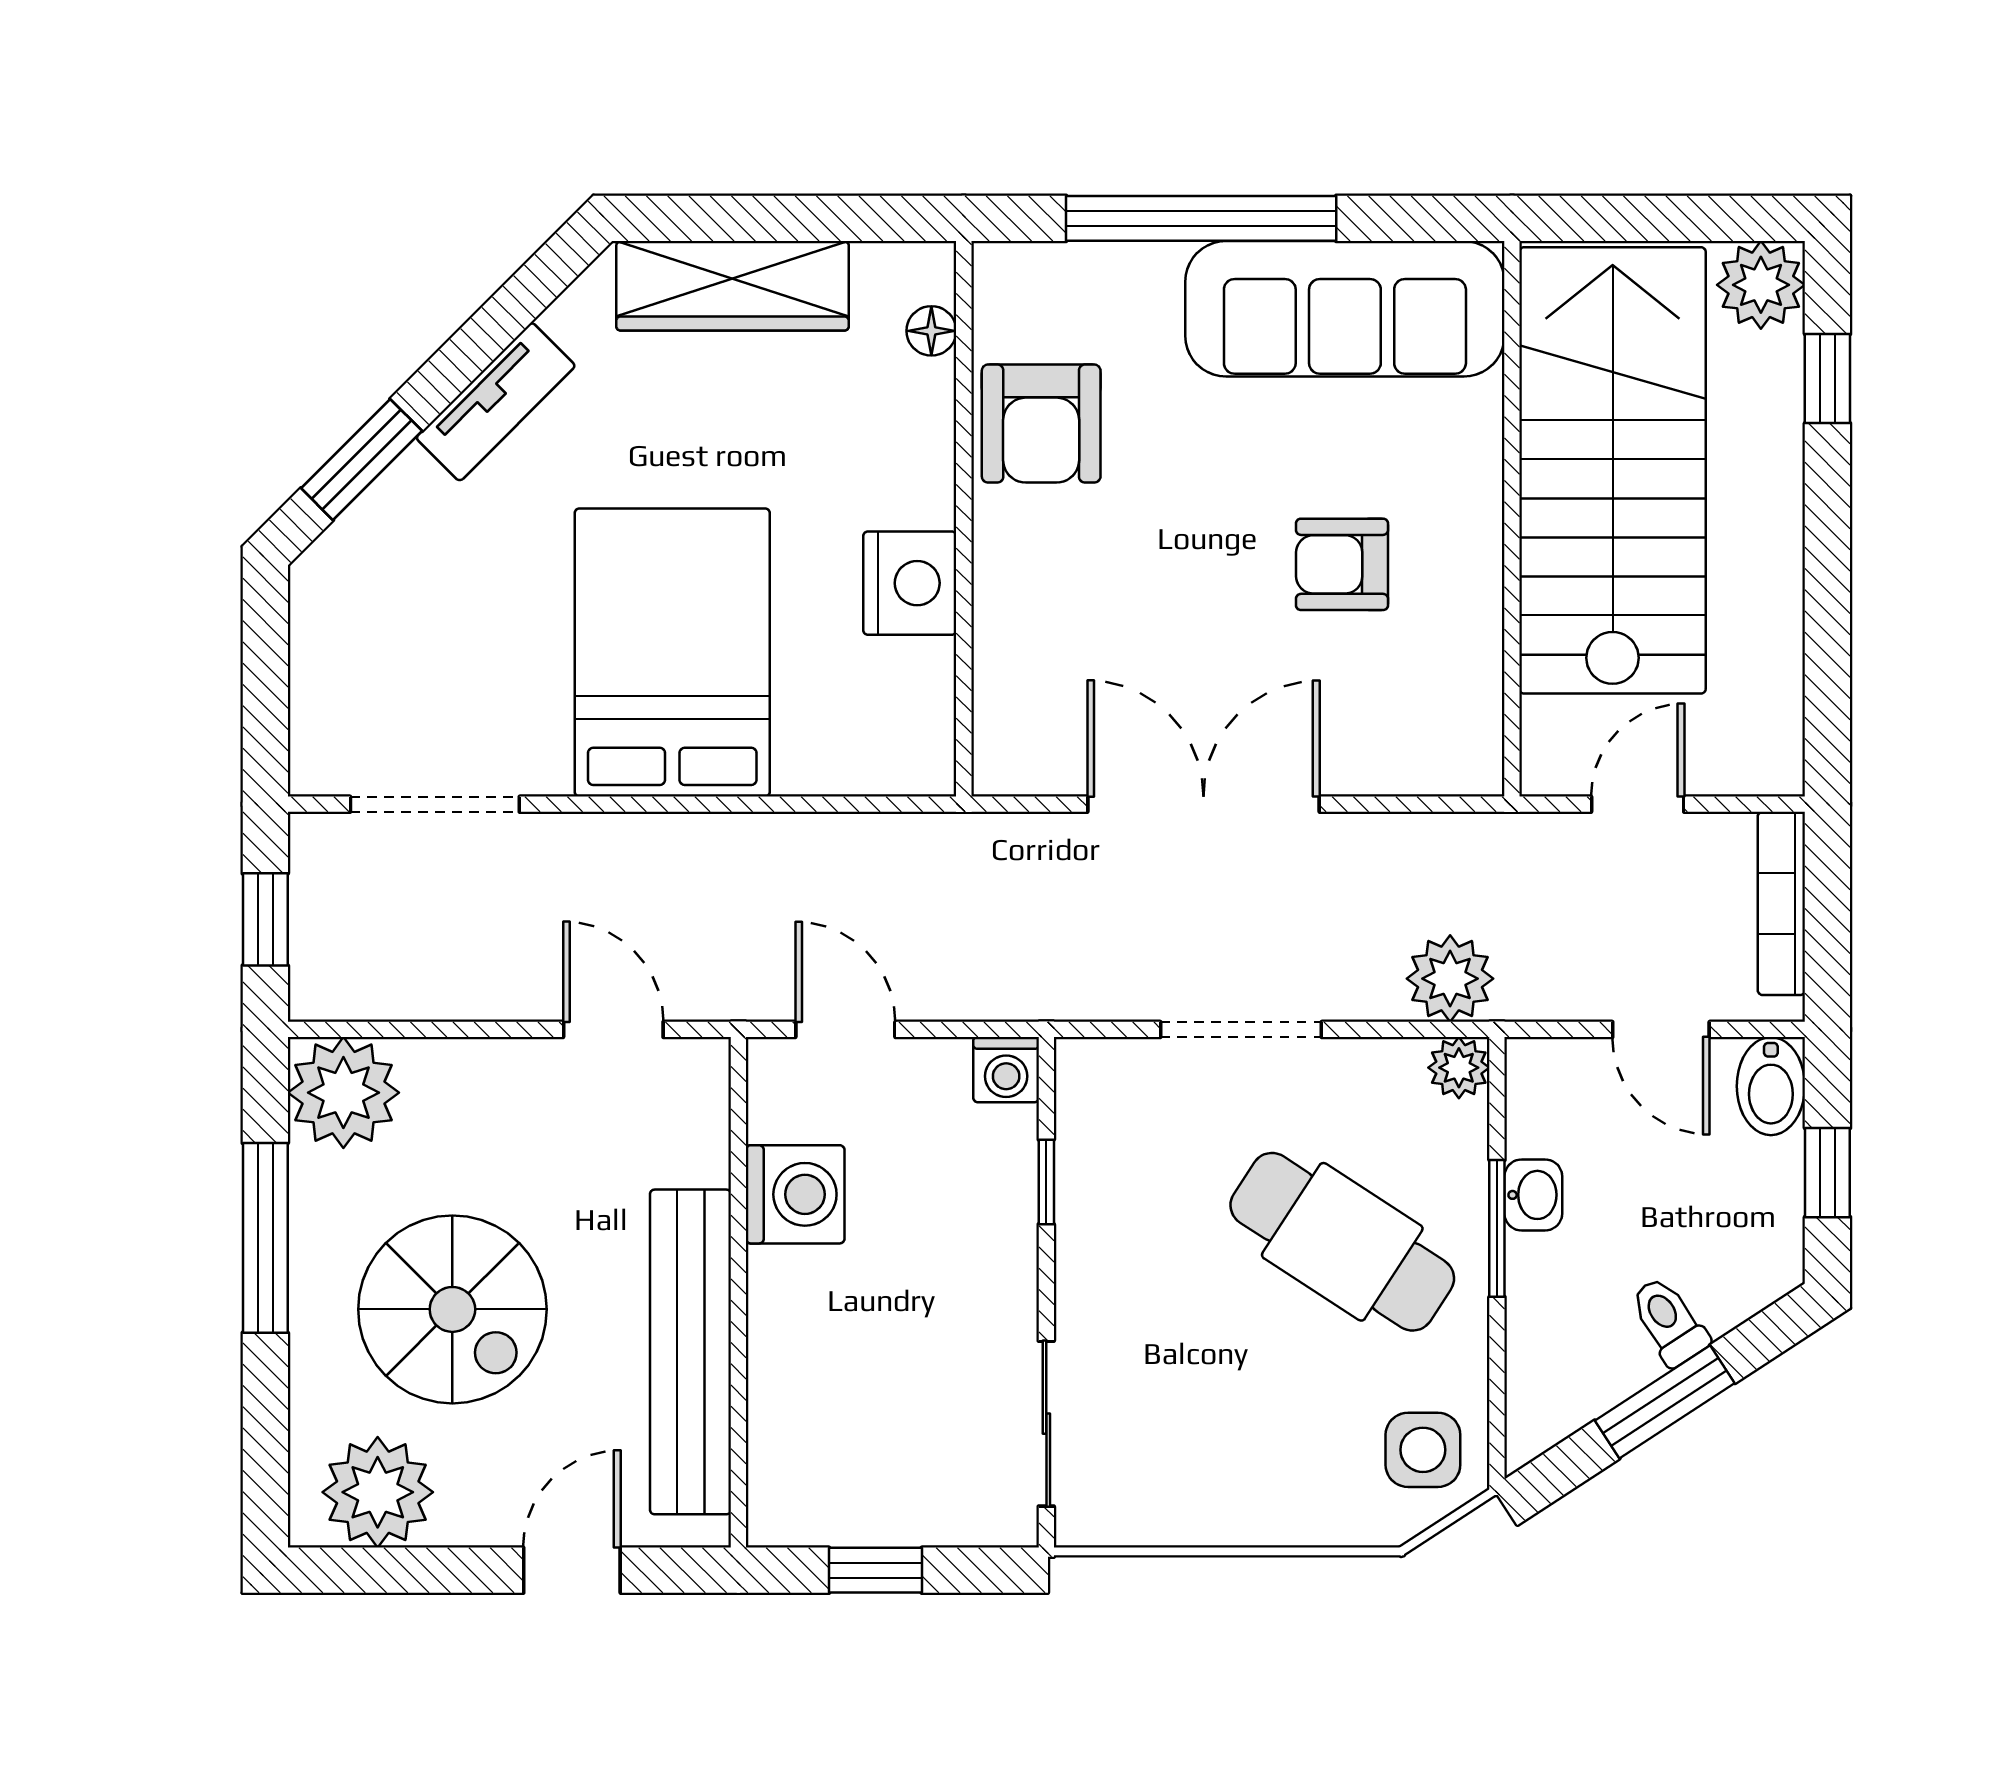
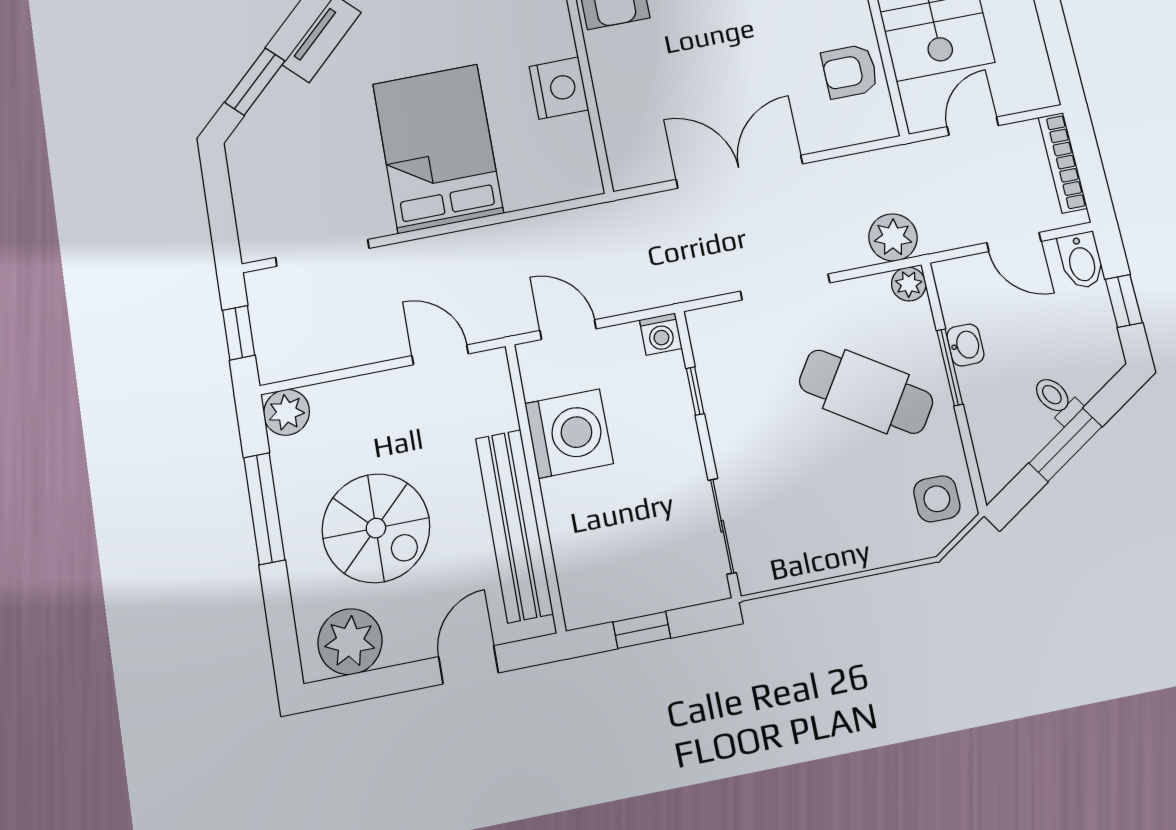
armchair: (1342, 564) -> (850, 71), moved
plant: (343, 1093) -> (287, 412), width x0.73, depth x0.73
washing machine: (795, 1194) -> (569, 434), width x1.37, depth x1.37

